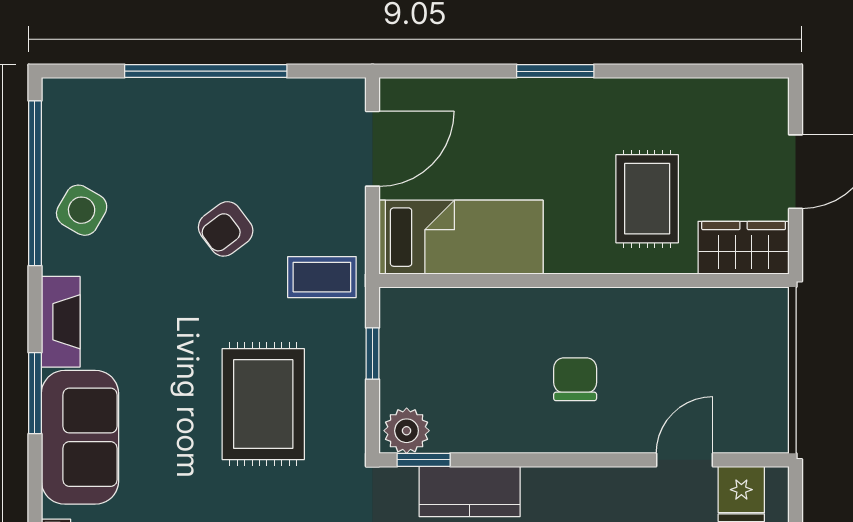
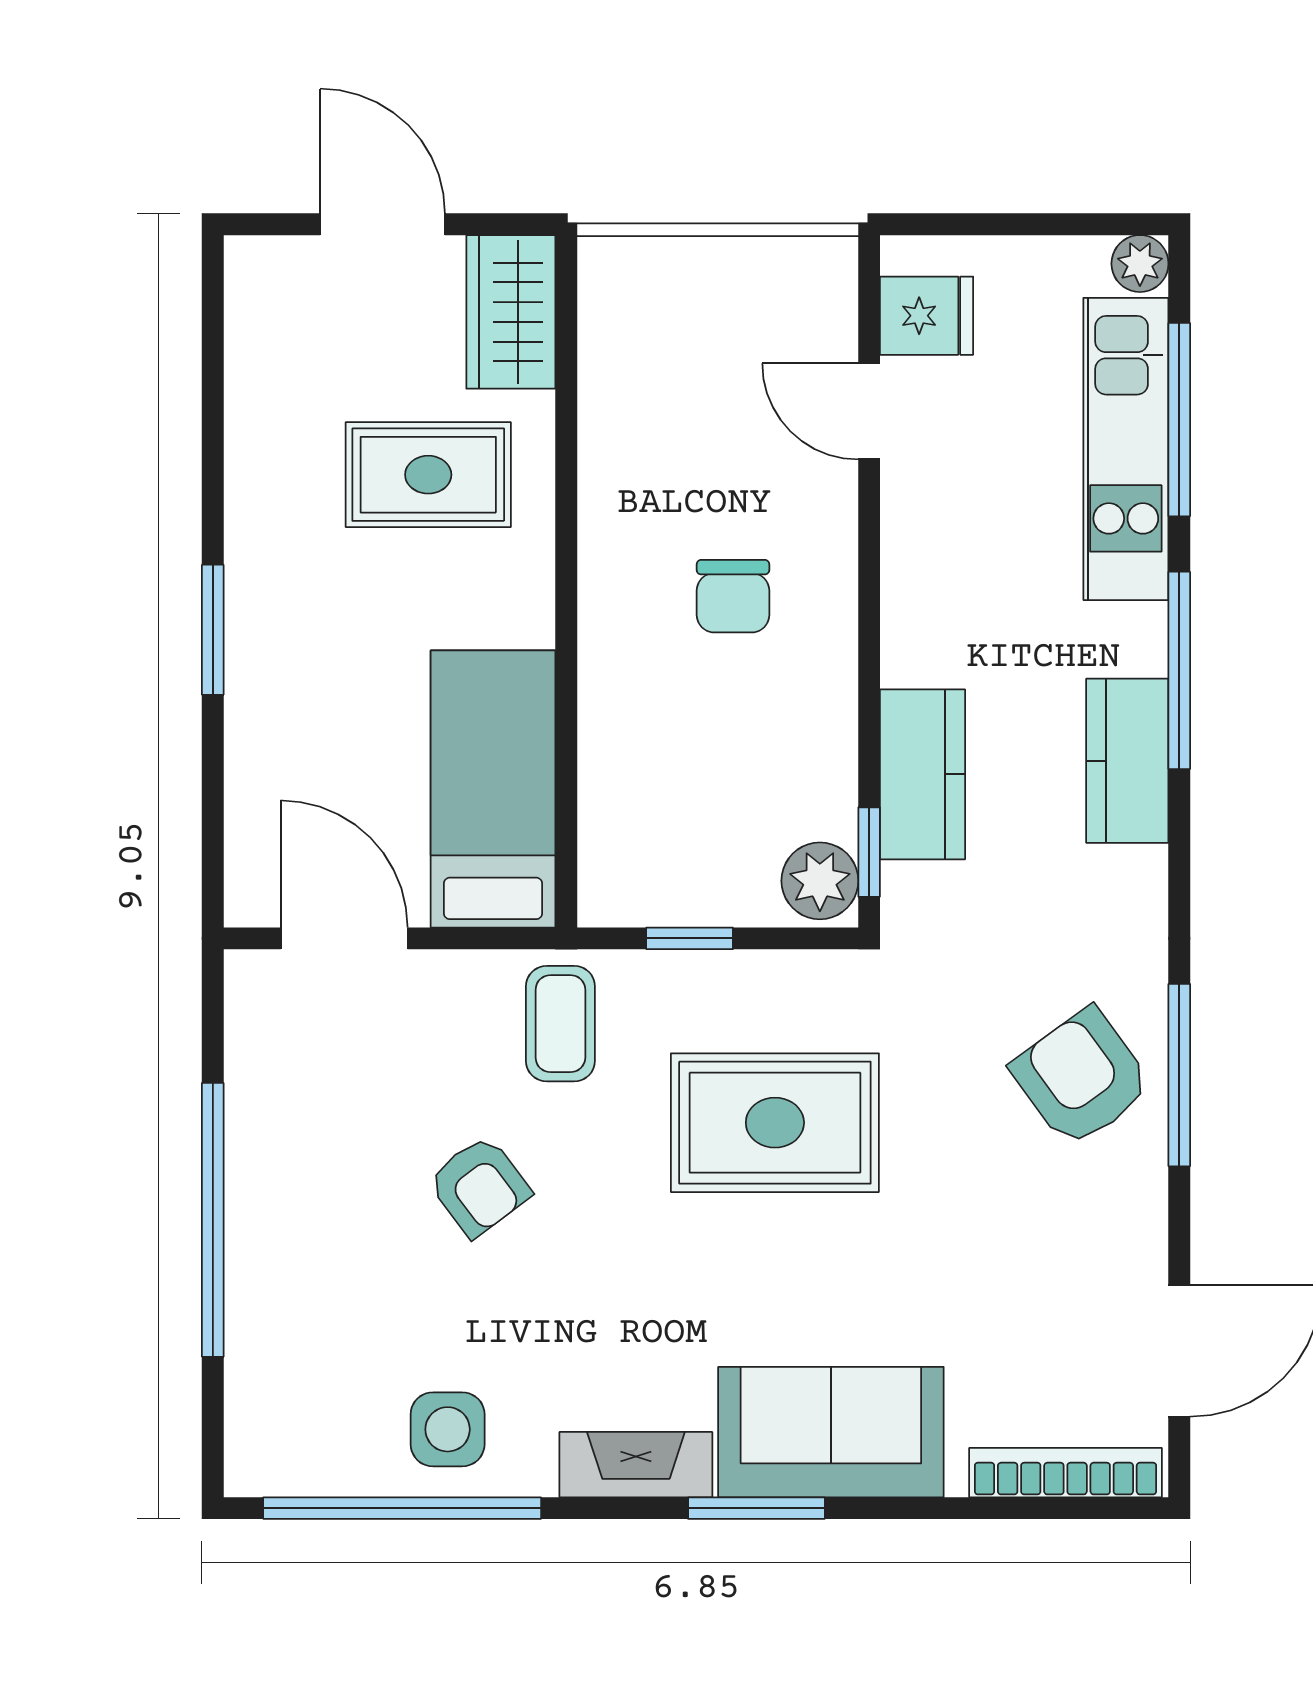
side table: (82, 210) -> (448, 1429), turned -30
chair: (575, 379) -> (733, 596), turned -90

